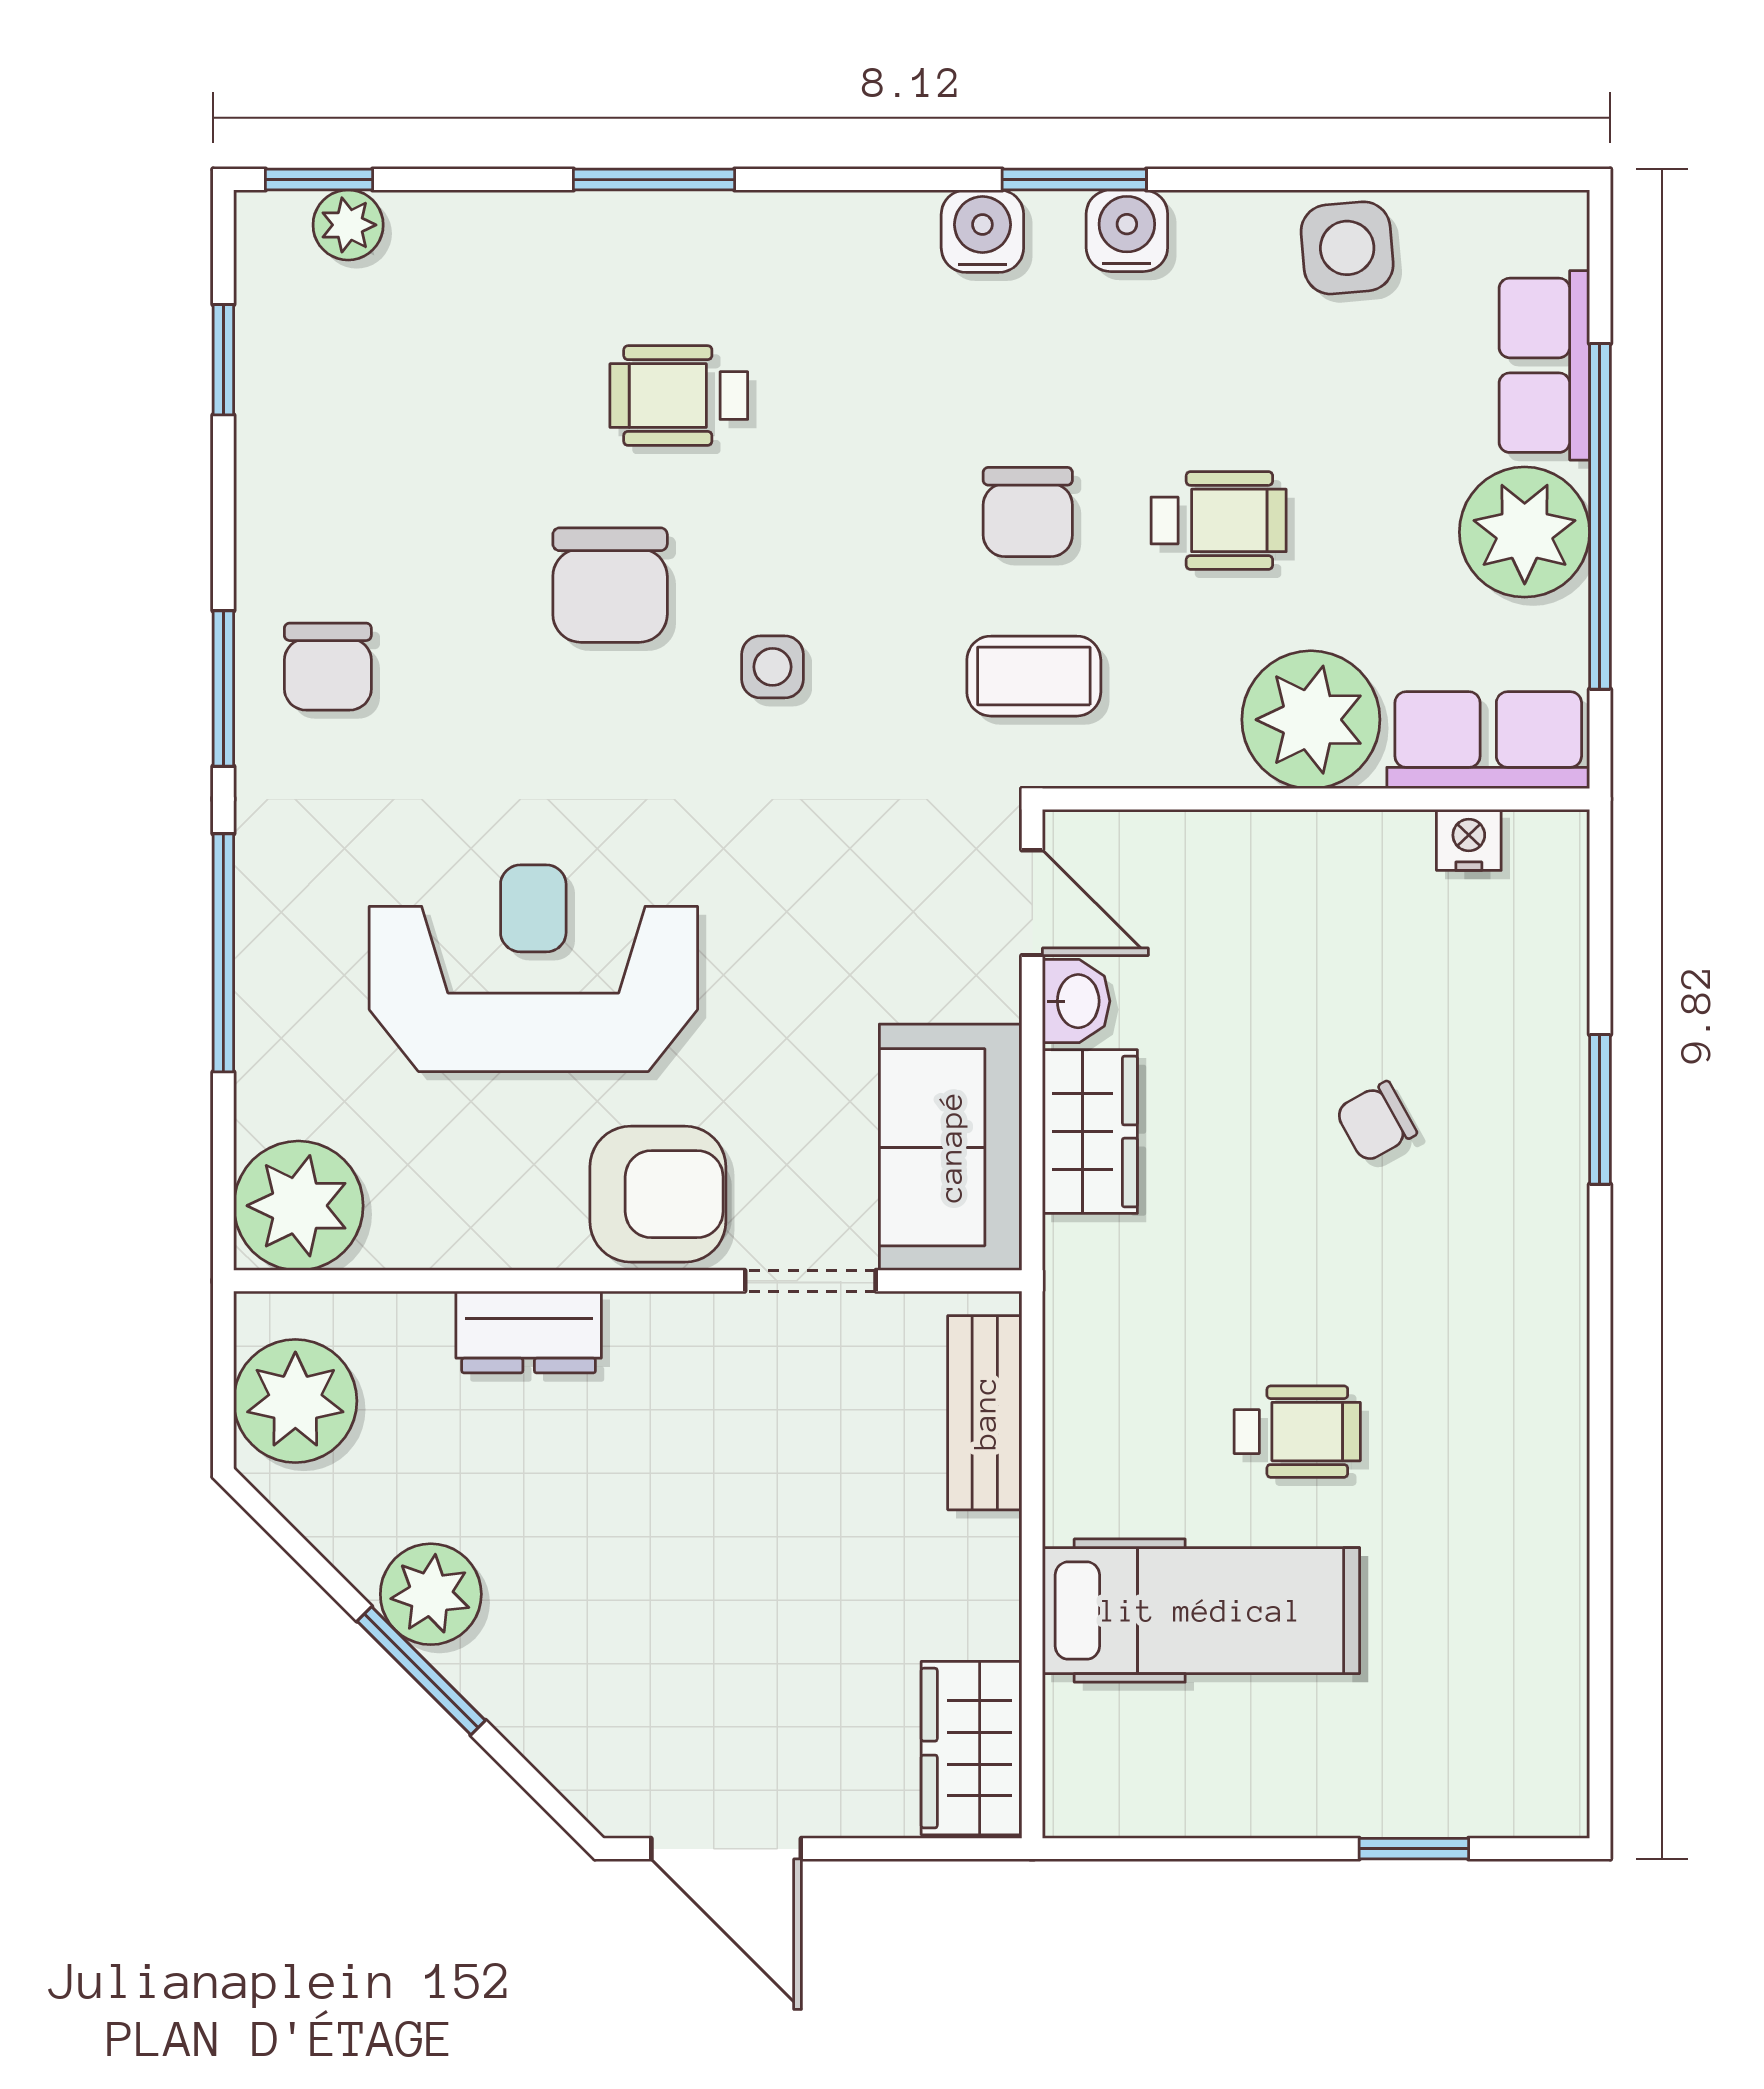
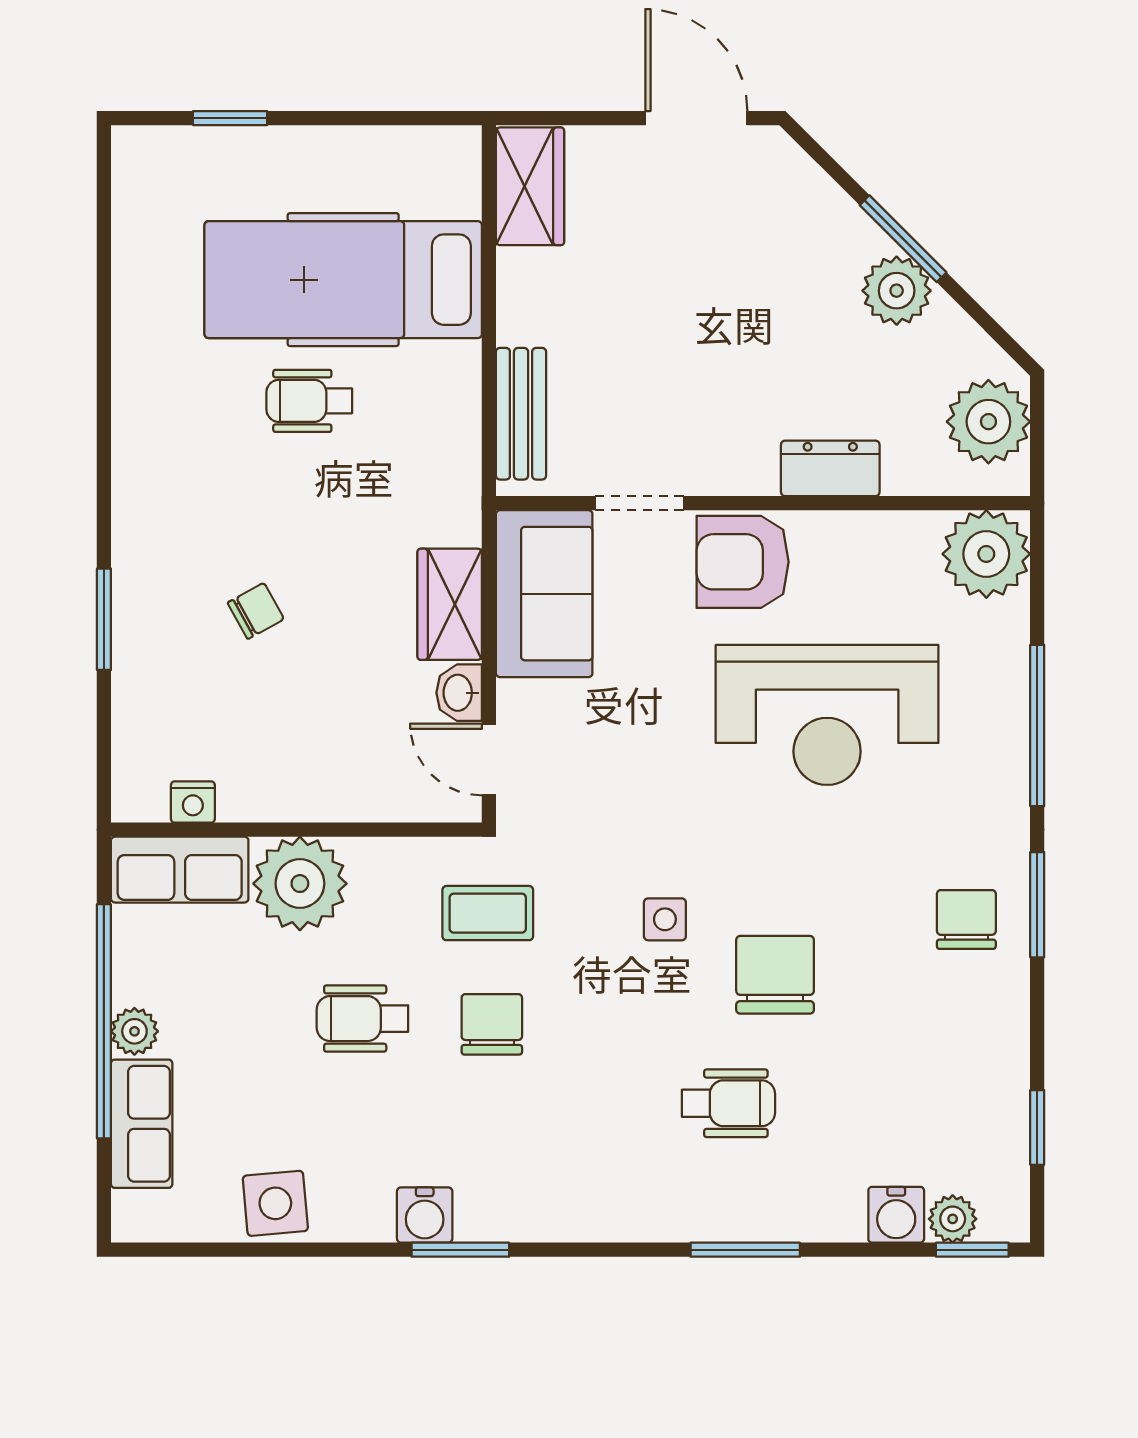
water cooler: (982, 231) -> (896, 1215), moved
plant: (1525, 532) -> (134, 1031), width x0.53, depth x0.53
hospital bed: (1201, 1611) -> (343, 280), width x1.37, depth x1.29

